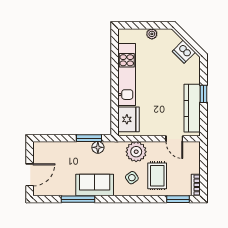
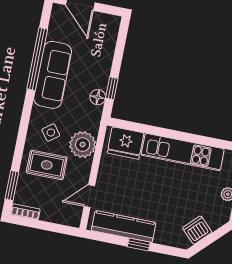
window: (89, 138) -> (112, 88), width x0.67
sofa: (95, 185) -> (53, 75), width x1.36
window: (78, 199) -> (37, 59), width x1.46

